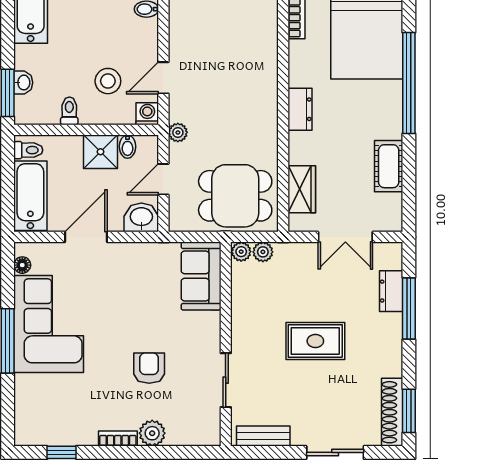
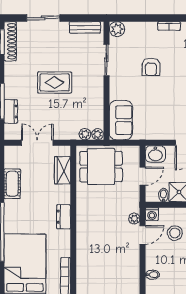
plant: (178, 132) -> (134, 219), moved
plant: (152, 433) -> (117, 29), moved

